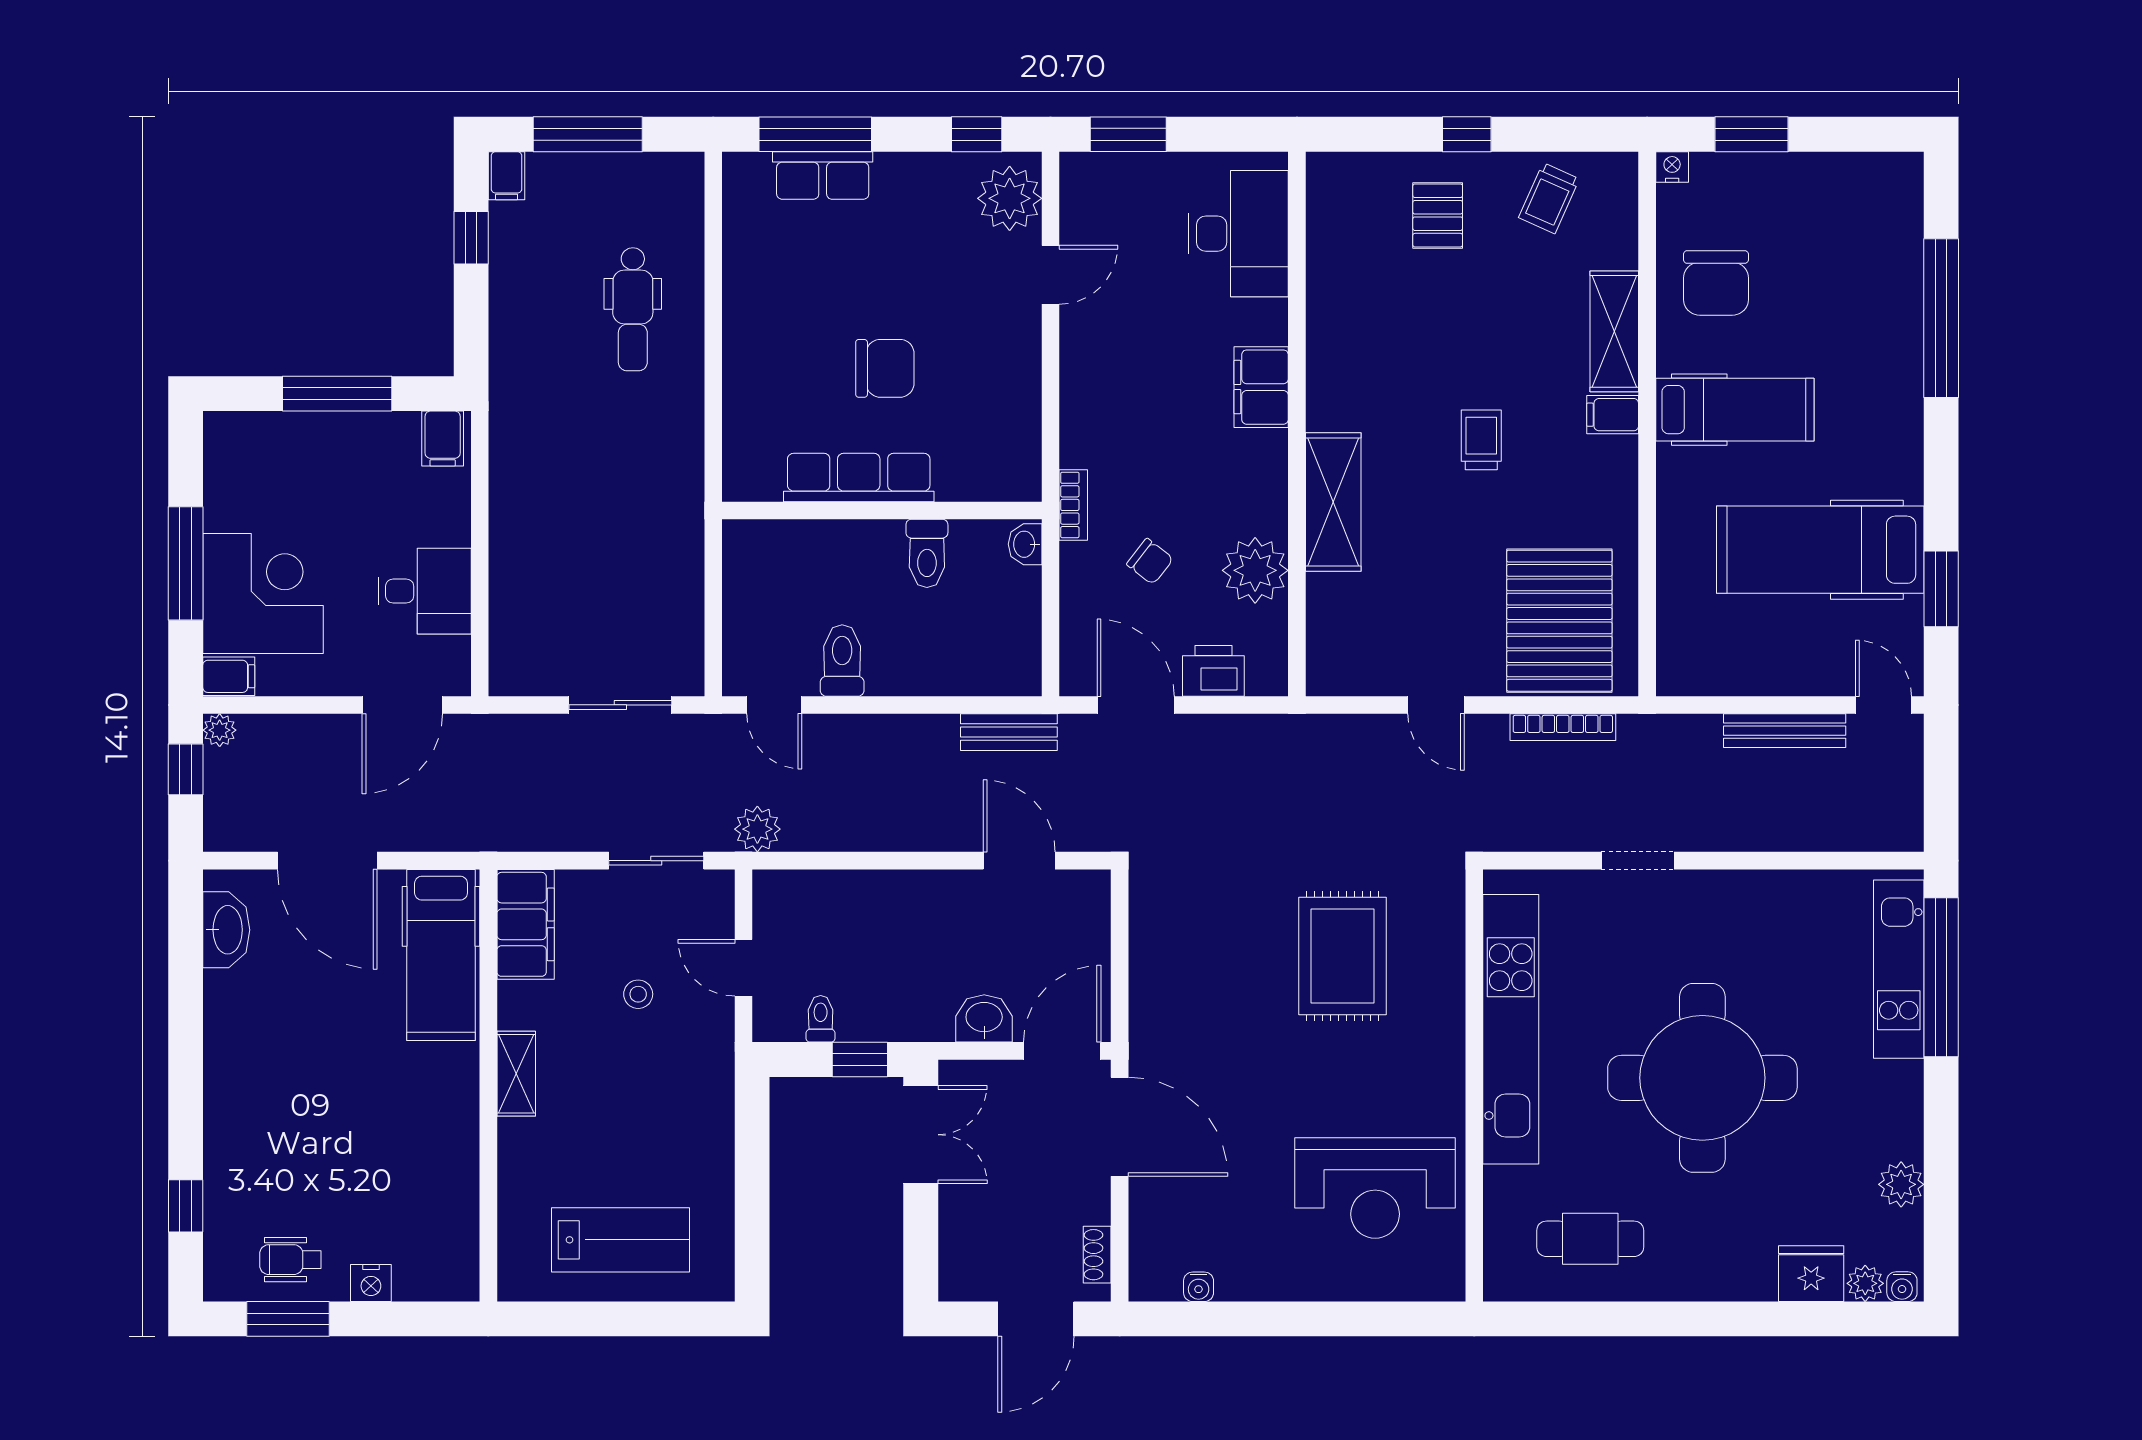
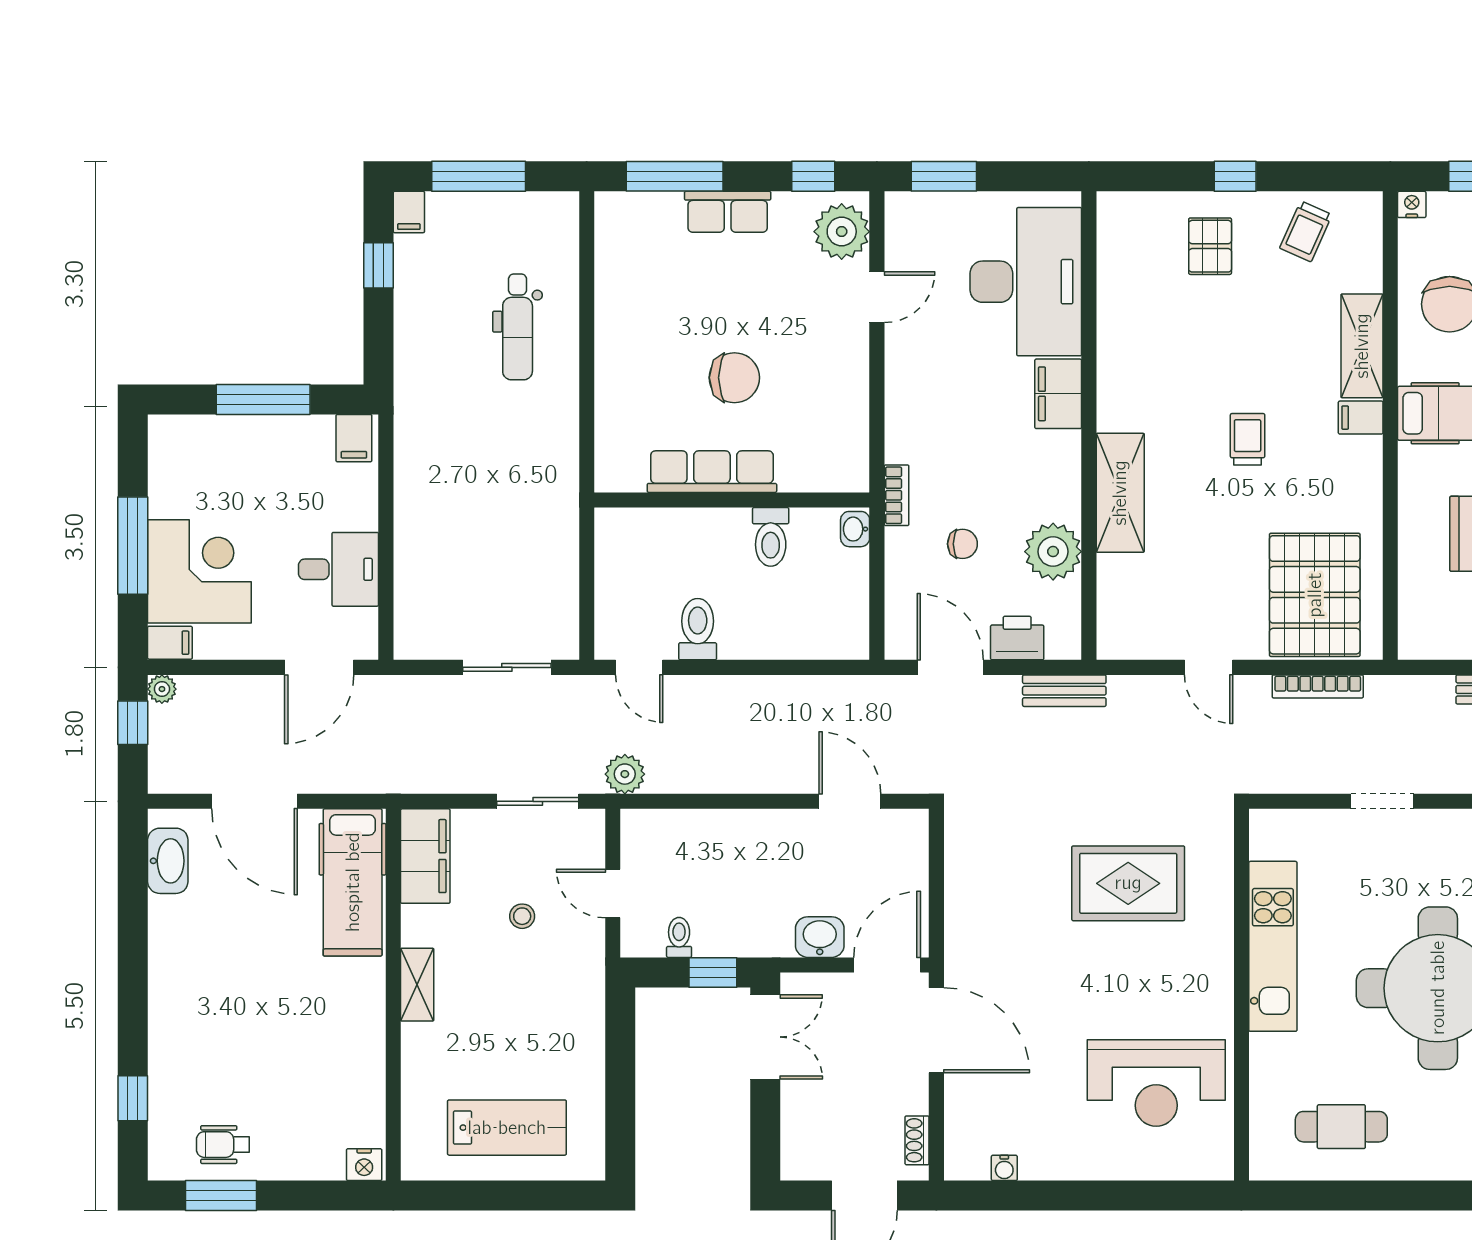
row of seats: (823, 175) -> (728, 212), moved
desk: (1239, 234) -> (1026, 282), width x1.36, depth x1.30
chair: (1150, 561) -> (962, 544), turned -38
bench: (1009, 732) -> (1064, 691), moved
rug: (1343, 956) -> (1128, 883), turned 90
kitchen unit: (1511, 1029) -> (1273, 946), width x0.73
nightstand: (371, 1283) -> (364, 1165), moved

